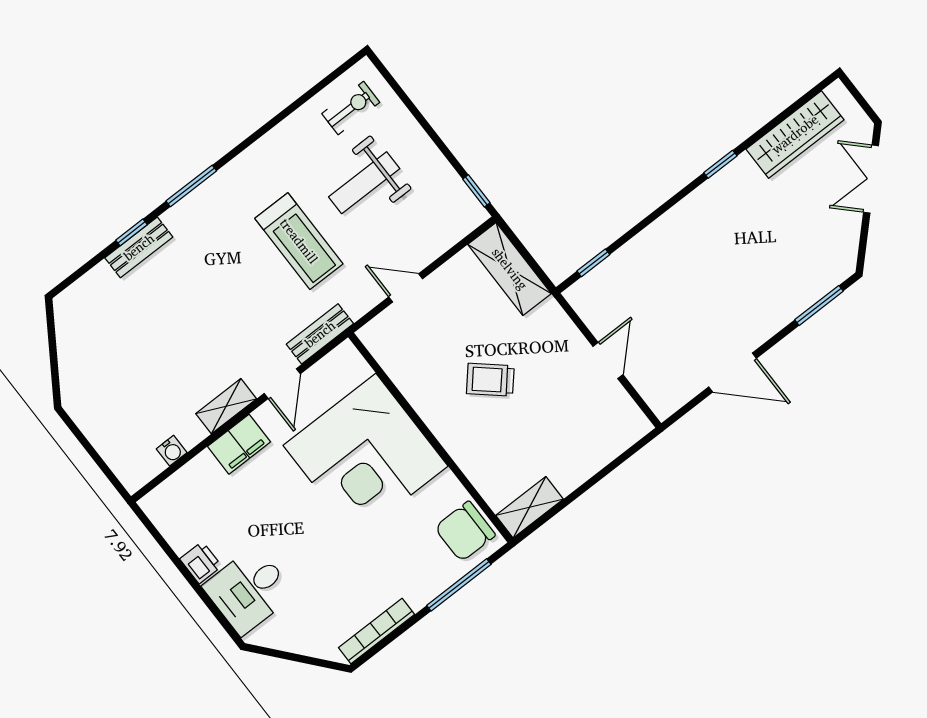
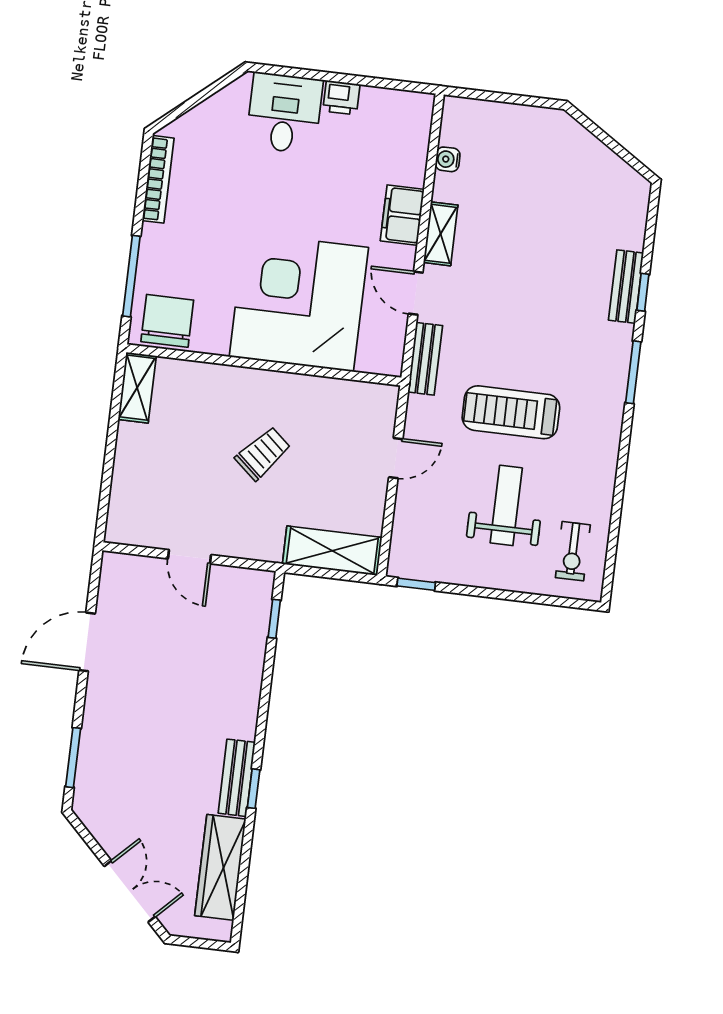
bench: (724, 183) -> (237, 778), added

